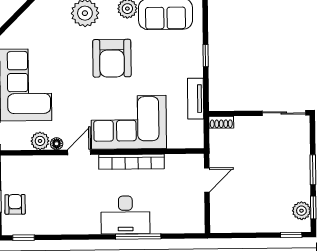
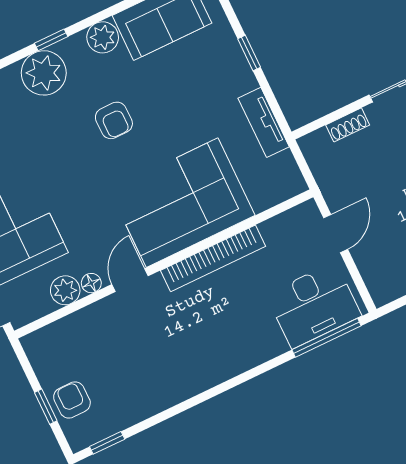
armchair: (112, 58) -> (114, 120), width x0.53, depth x0.53
shoe rack: (221, 122) -> (348, 125), moved
desk: (125, 215) -> (314, 305), moved
window: (138, 236) -> (326, 338), moved

